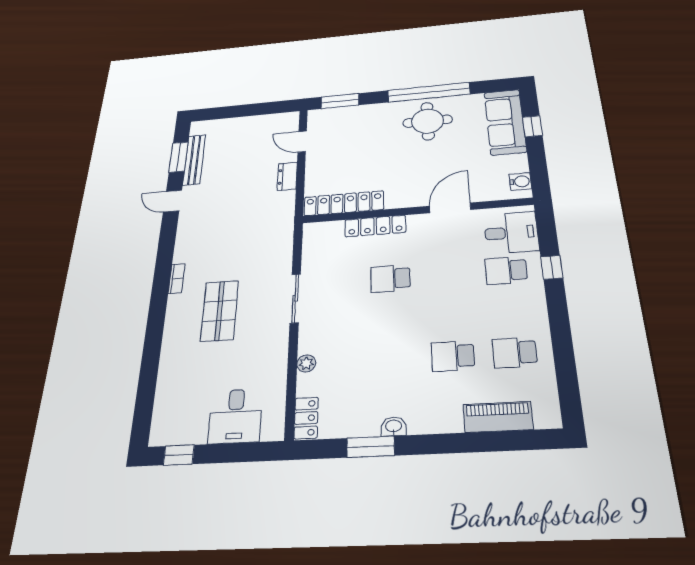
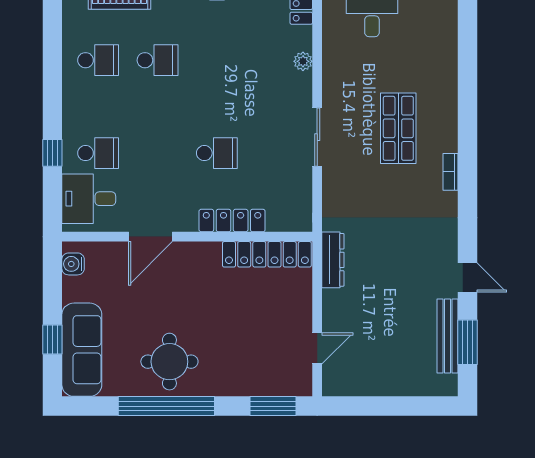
door: (302, 142) -> (317, 348), hinge flipped
dresser: (287, 176) -> (333, 260), moved, width x1.44

